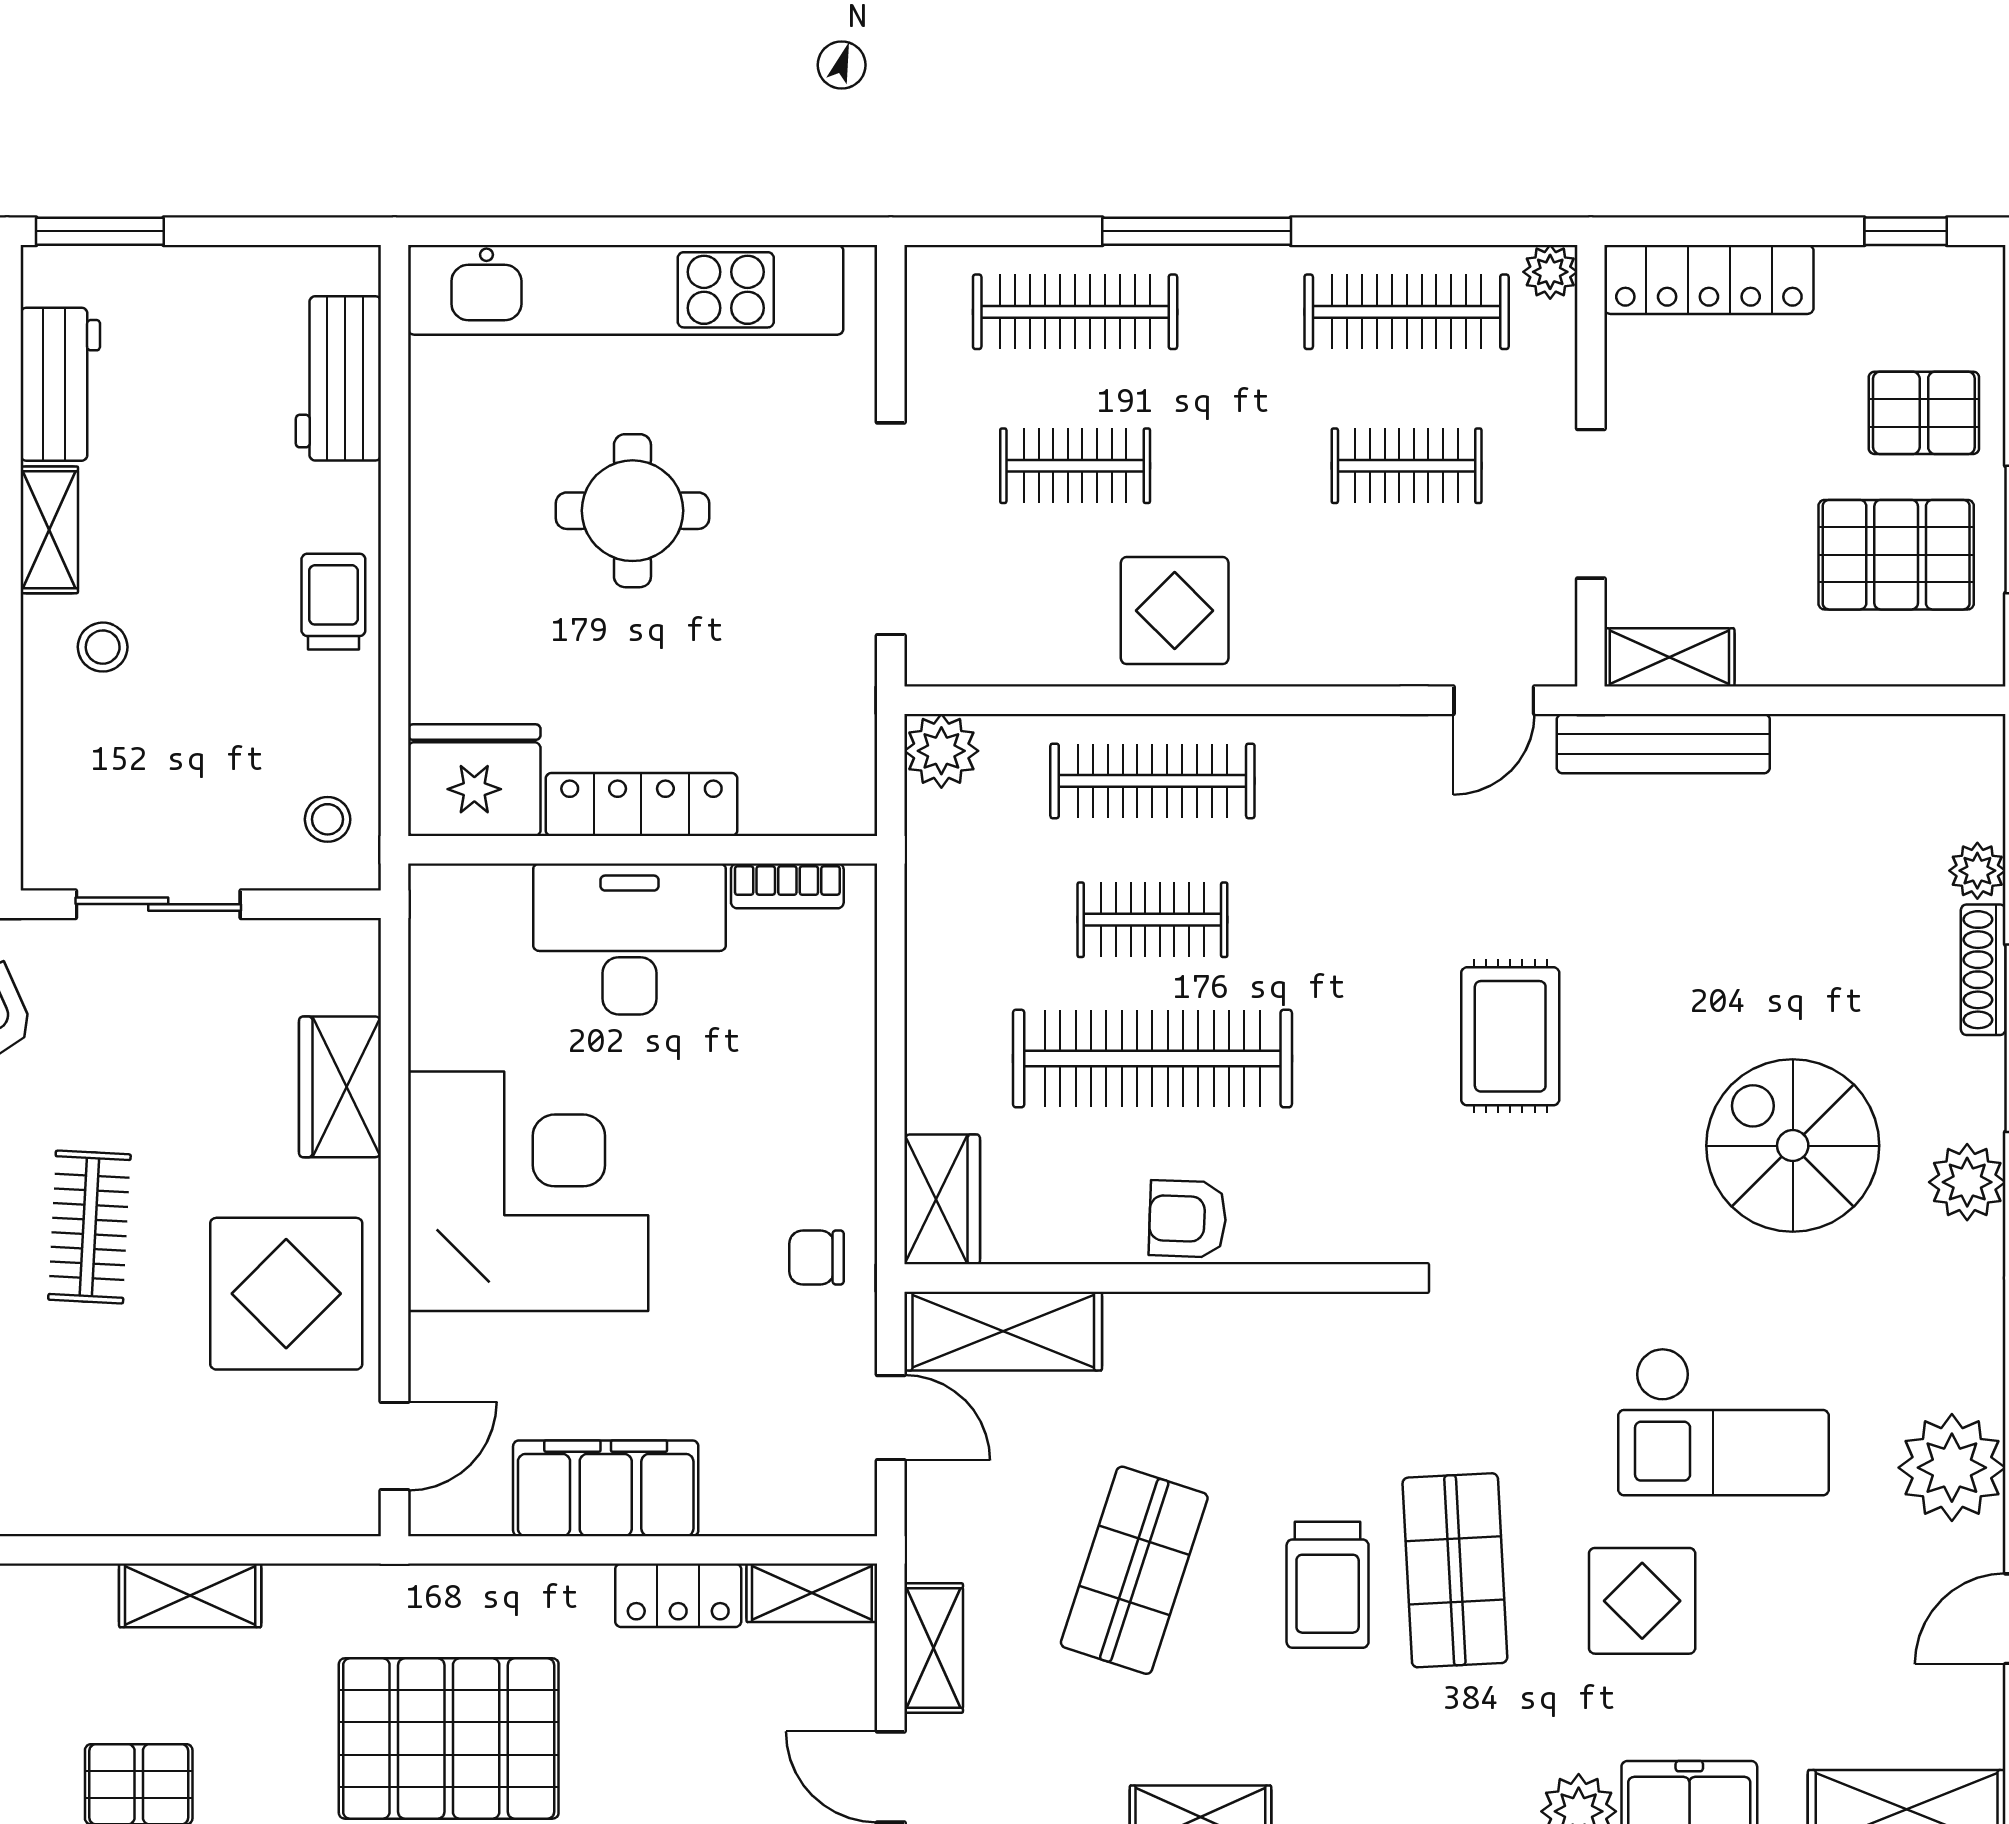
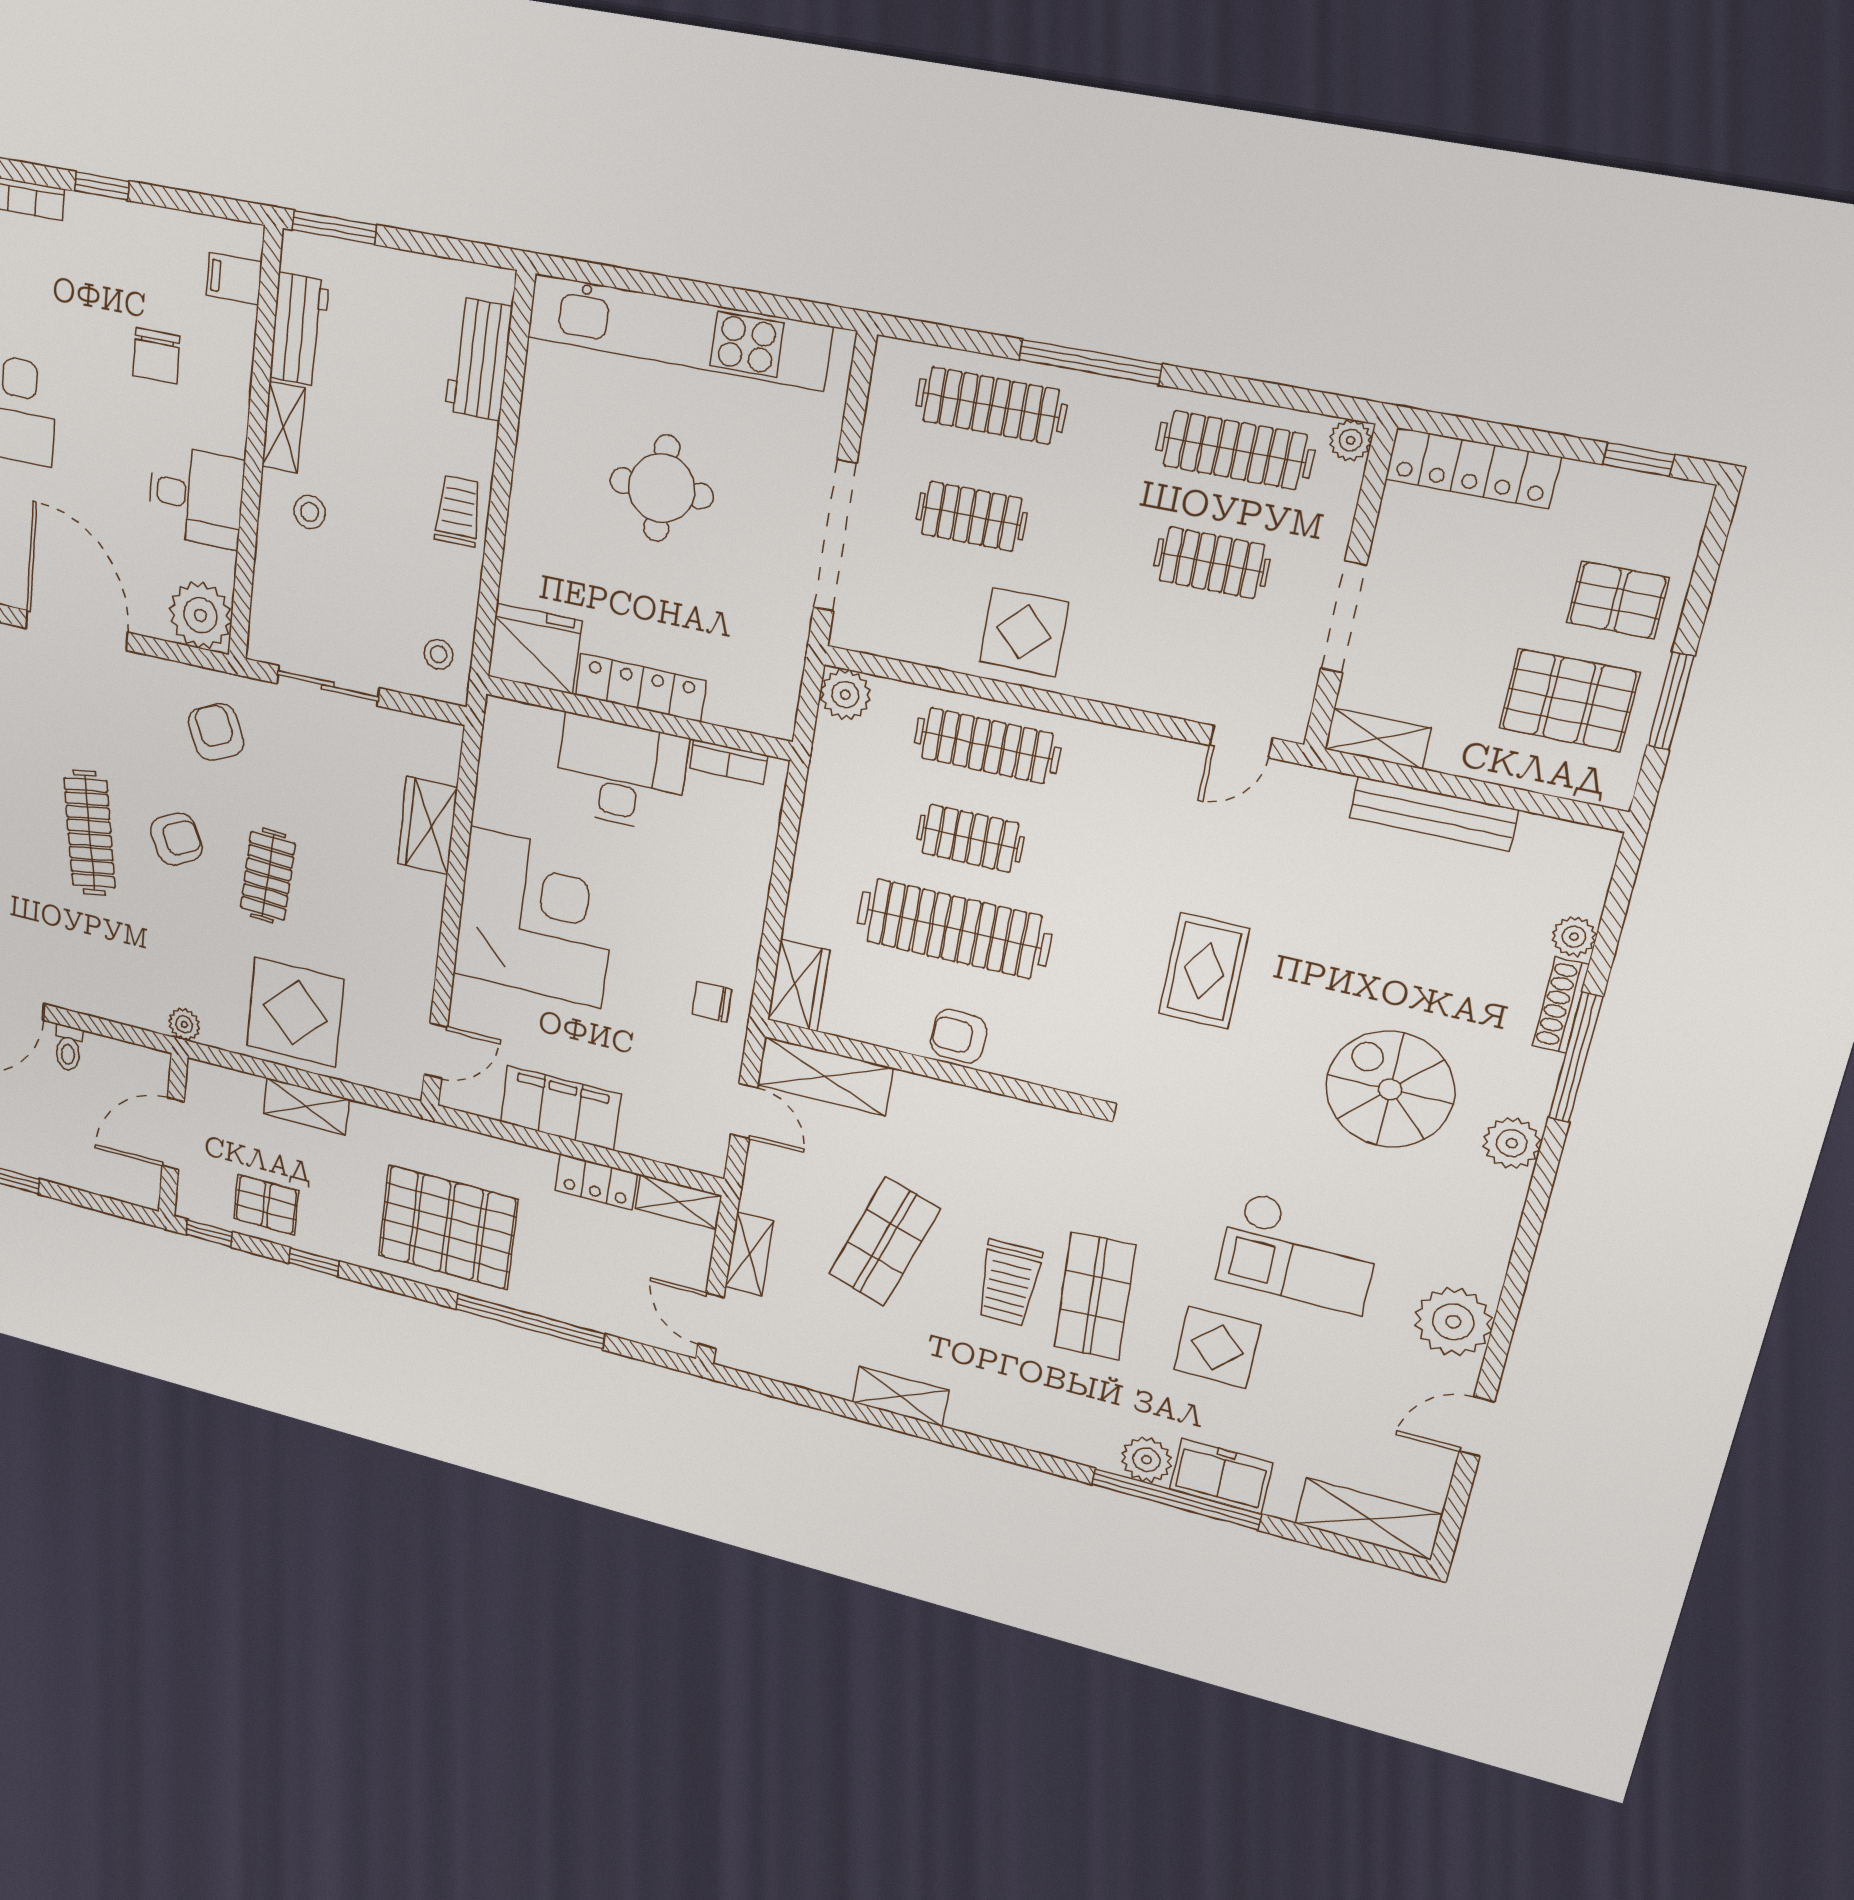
bench: (1663, 744) -> (1434, 814), moved
display table: (286, 1294) -> (295, 1012), moved

